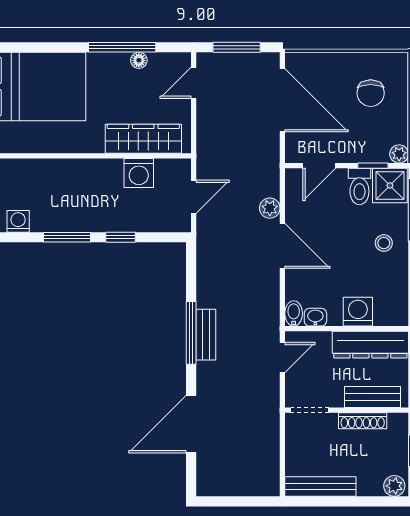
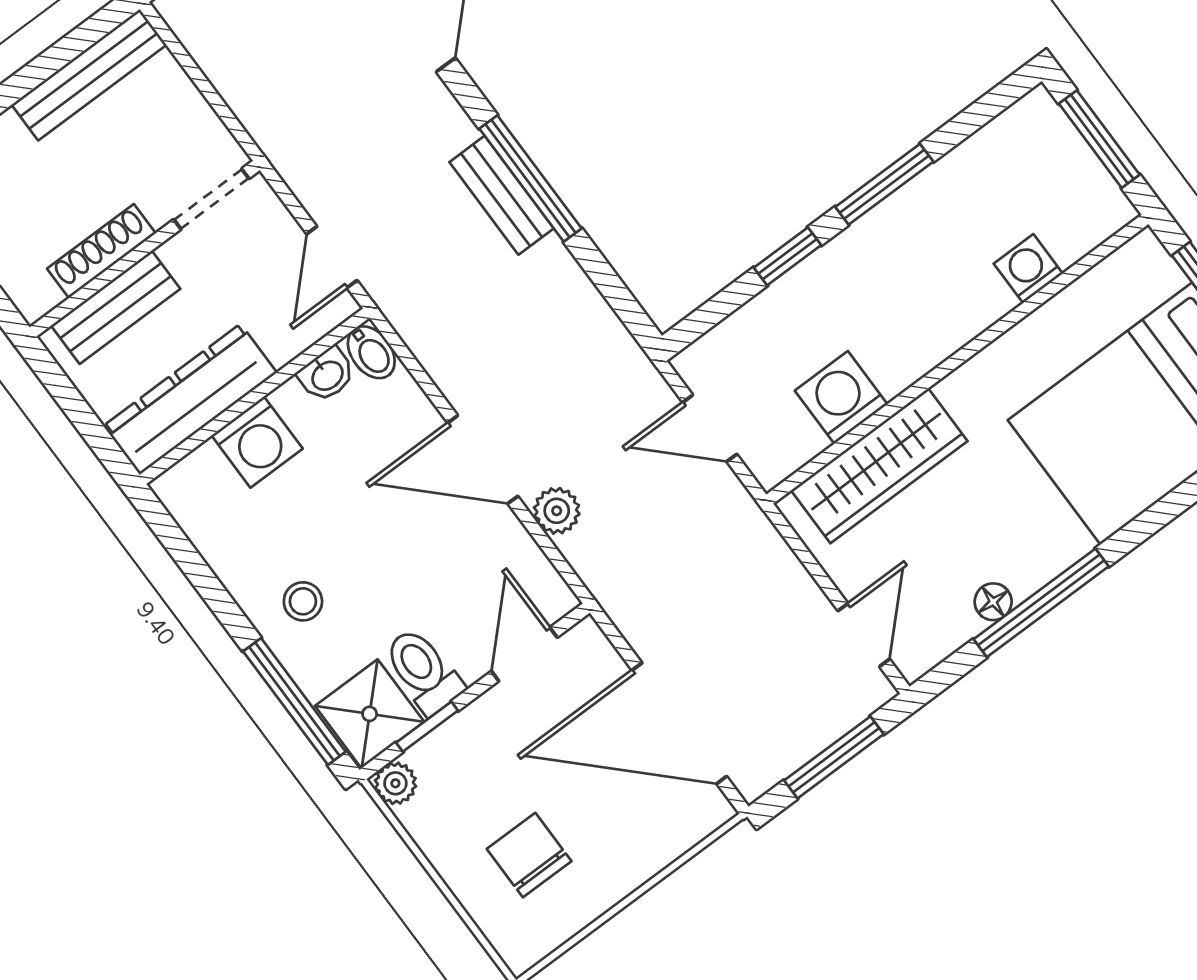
door: (194, 197) -> (710, 428), hinge flipped
washing machine: (18, 221) -> (1028, 269), moved, turned 180

